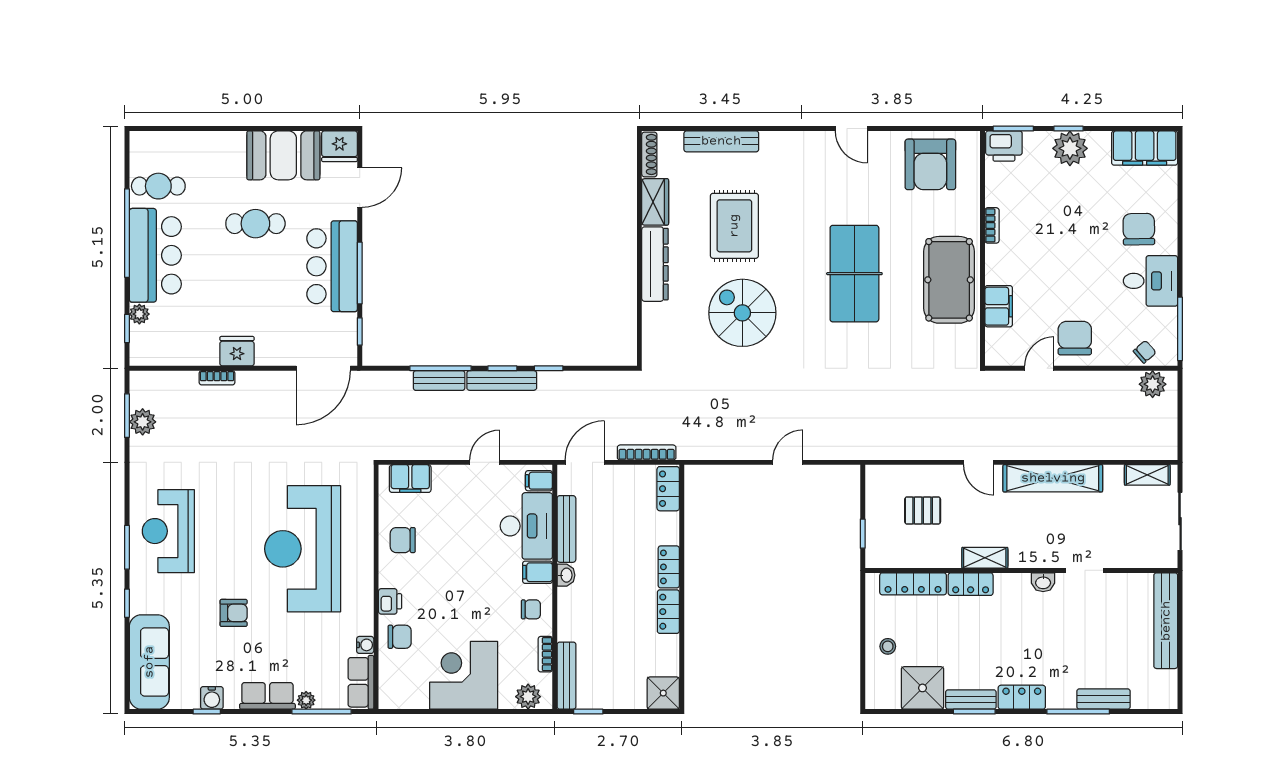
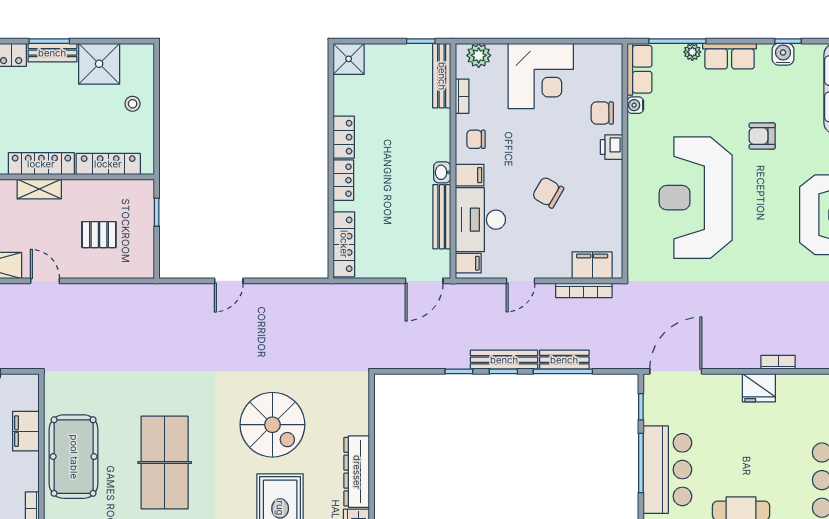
bookcase: (647, 452) -> (584, 290), moved
locker: (668, 489) -> (344, 244), width x1.53
chair: (403, 540) -> (548, 192), moved, turned -150
reception desk: (303, 549) -> (696, 198), turned 180
locker: (971, 584) -> (41, 164), width x1.53

